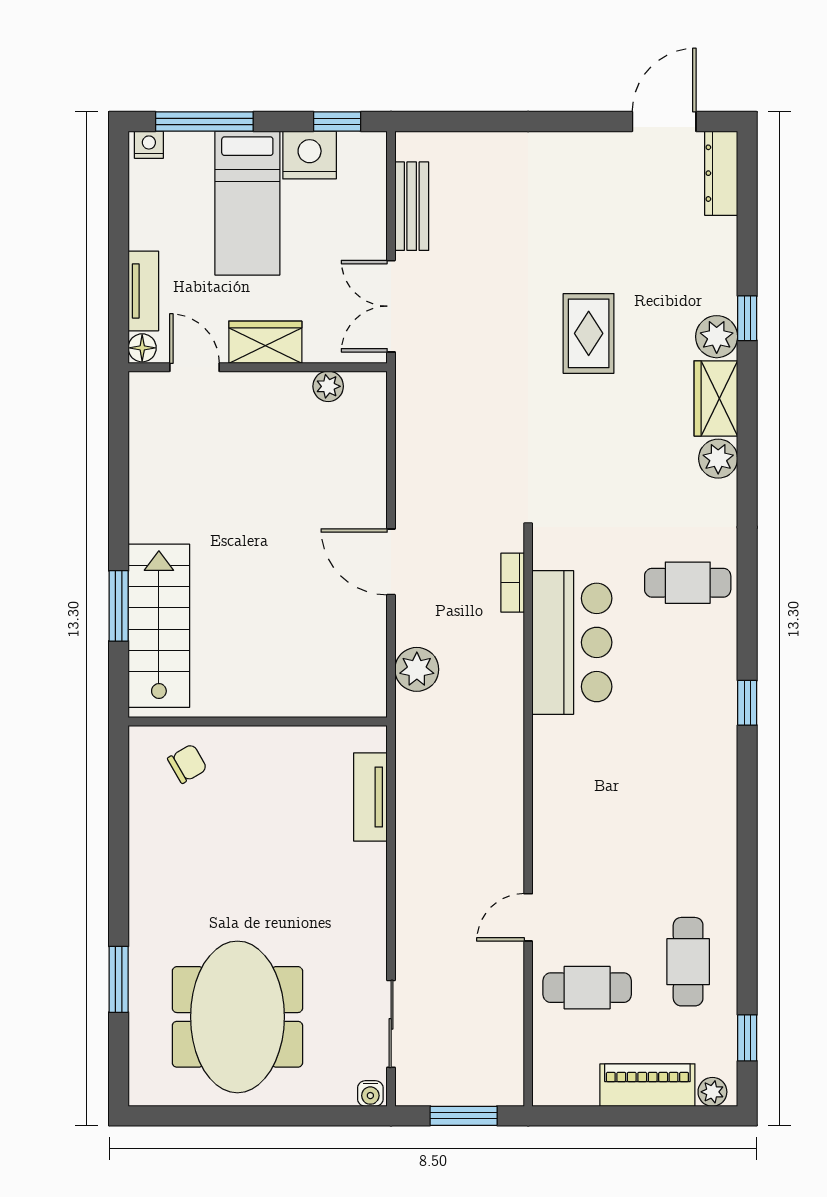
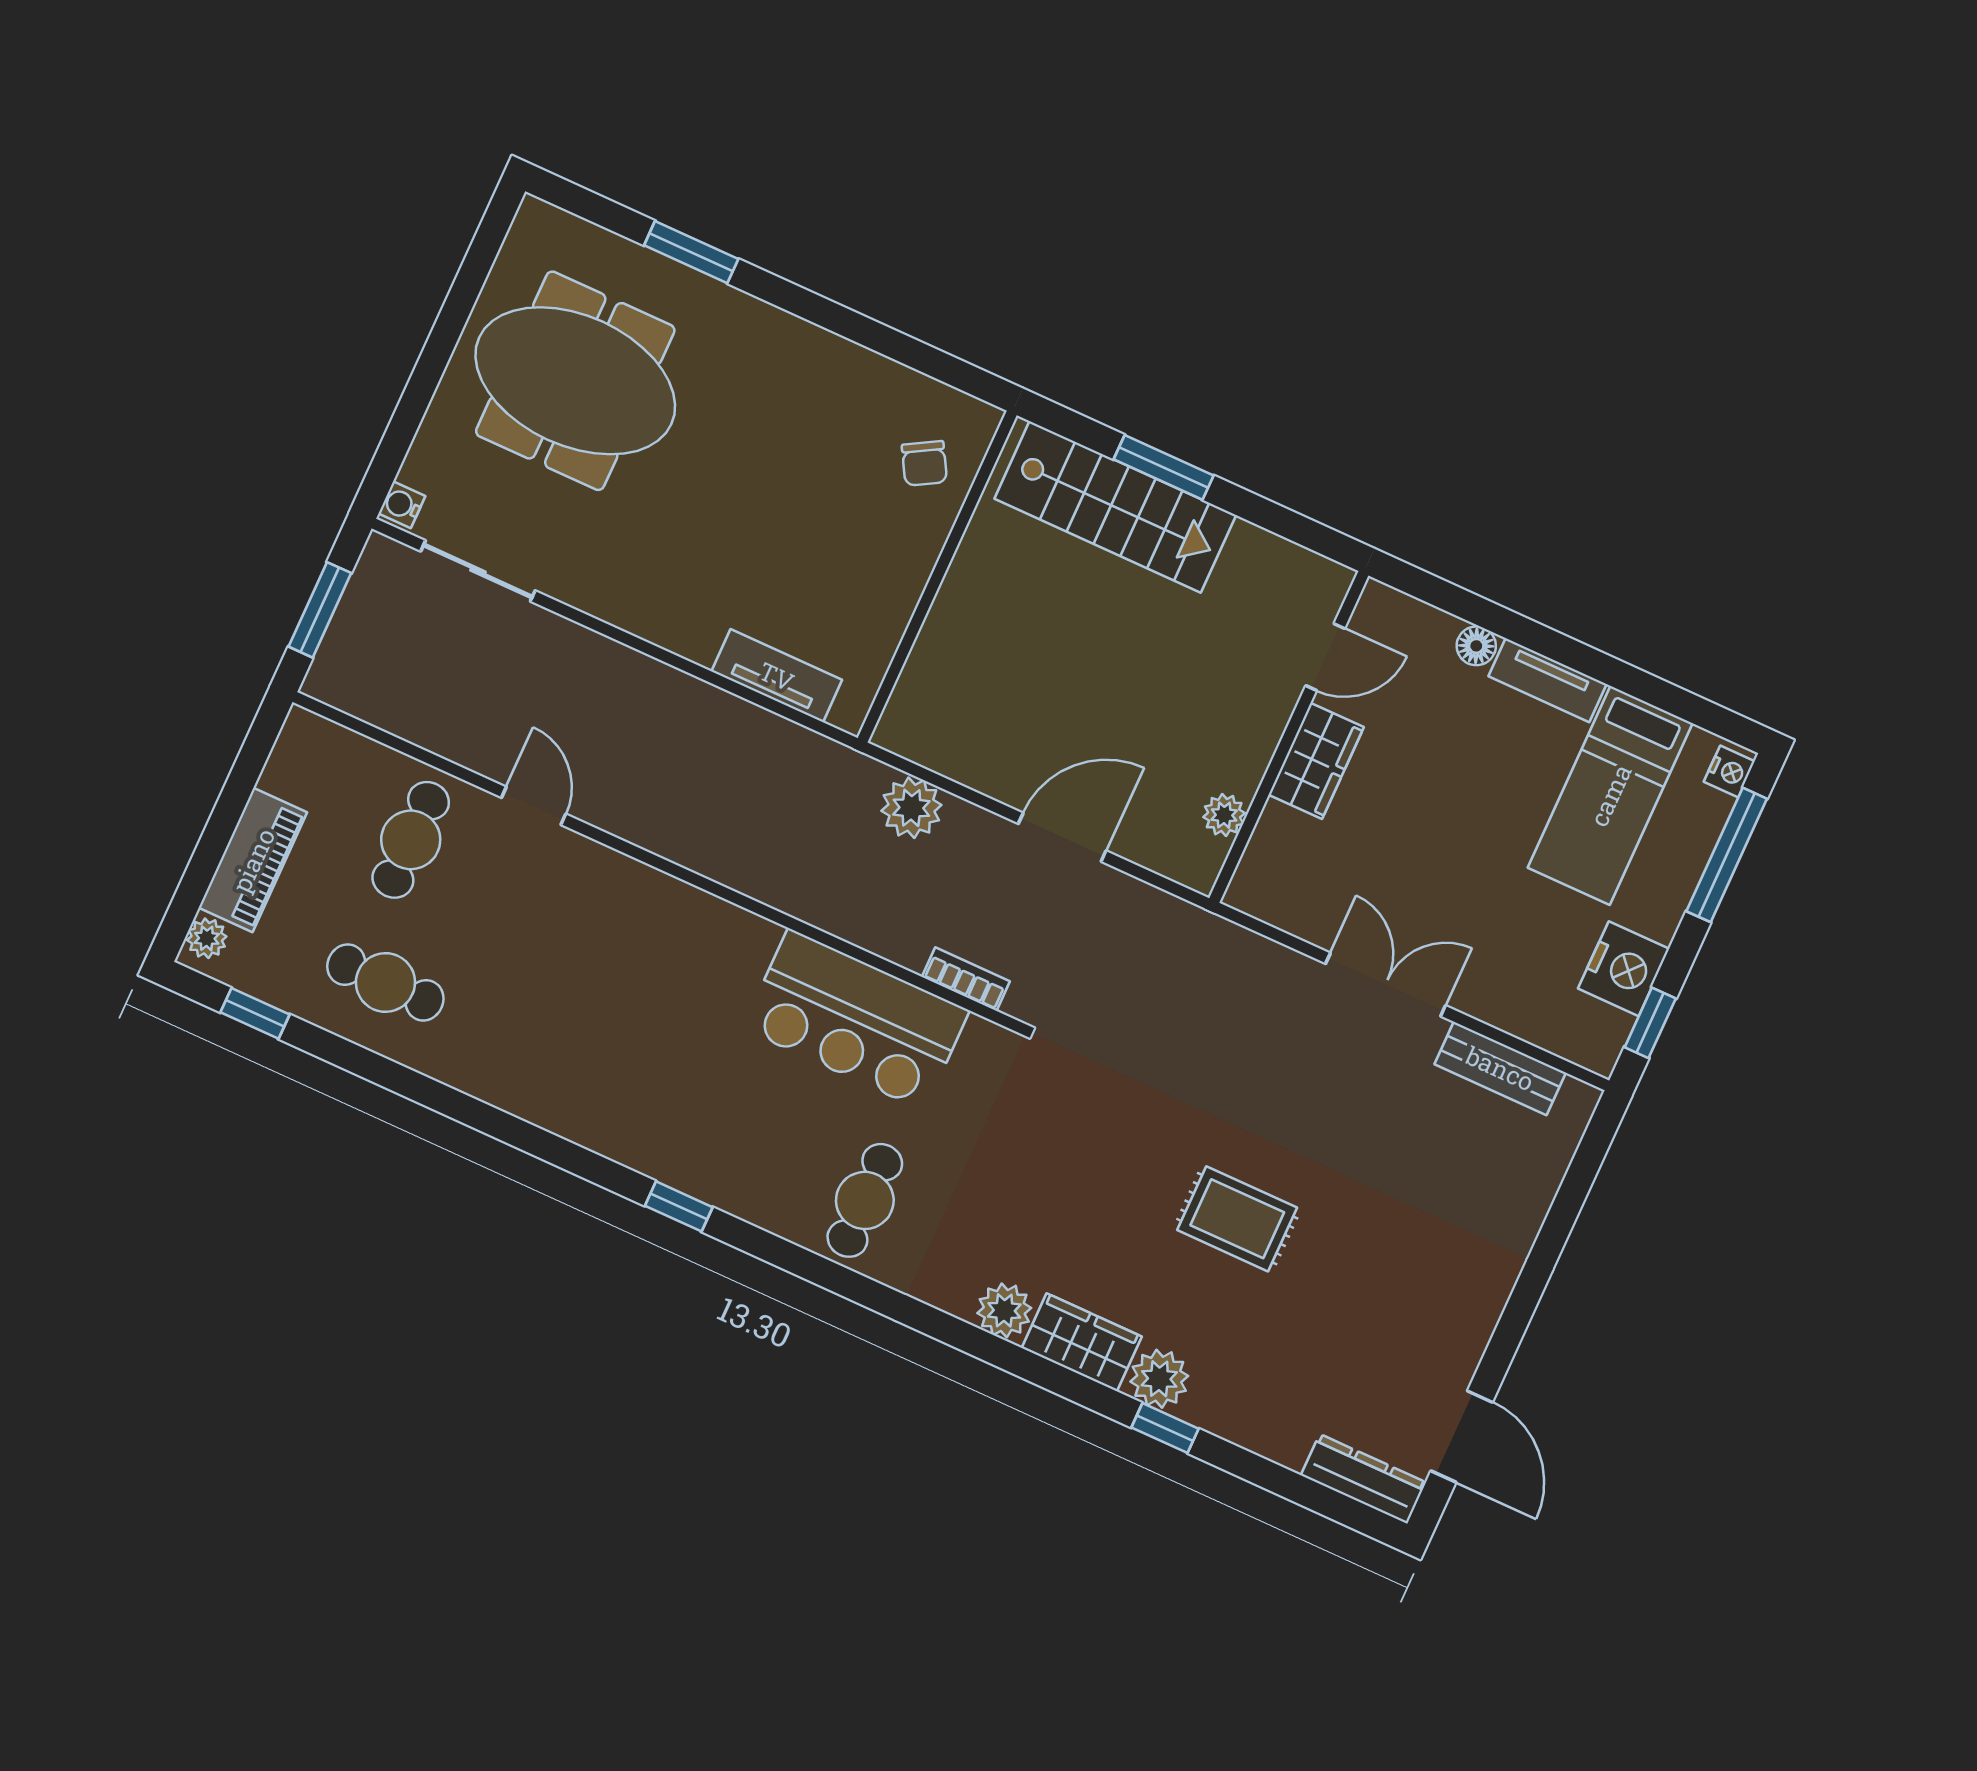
bed: (247, 203) -> (1610, 795), moved, turned -90
wardrobe: (265, 342) -> (1316, 761), moved
door: (194, 367) -> (1325, 657), moved
wall: (258, 367) -> (1289, 737), moved
plant: (328, 386) -> (1224, 815), moved

